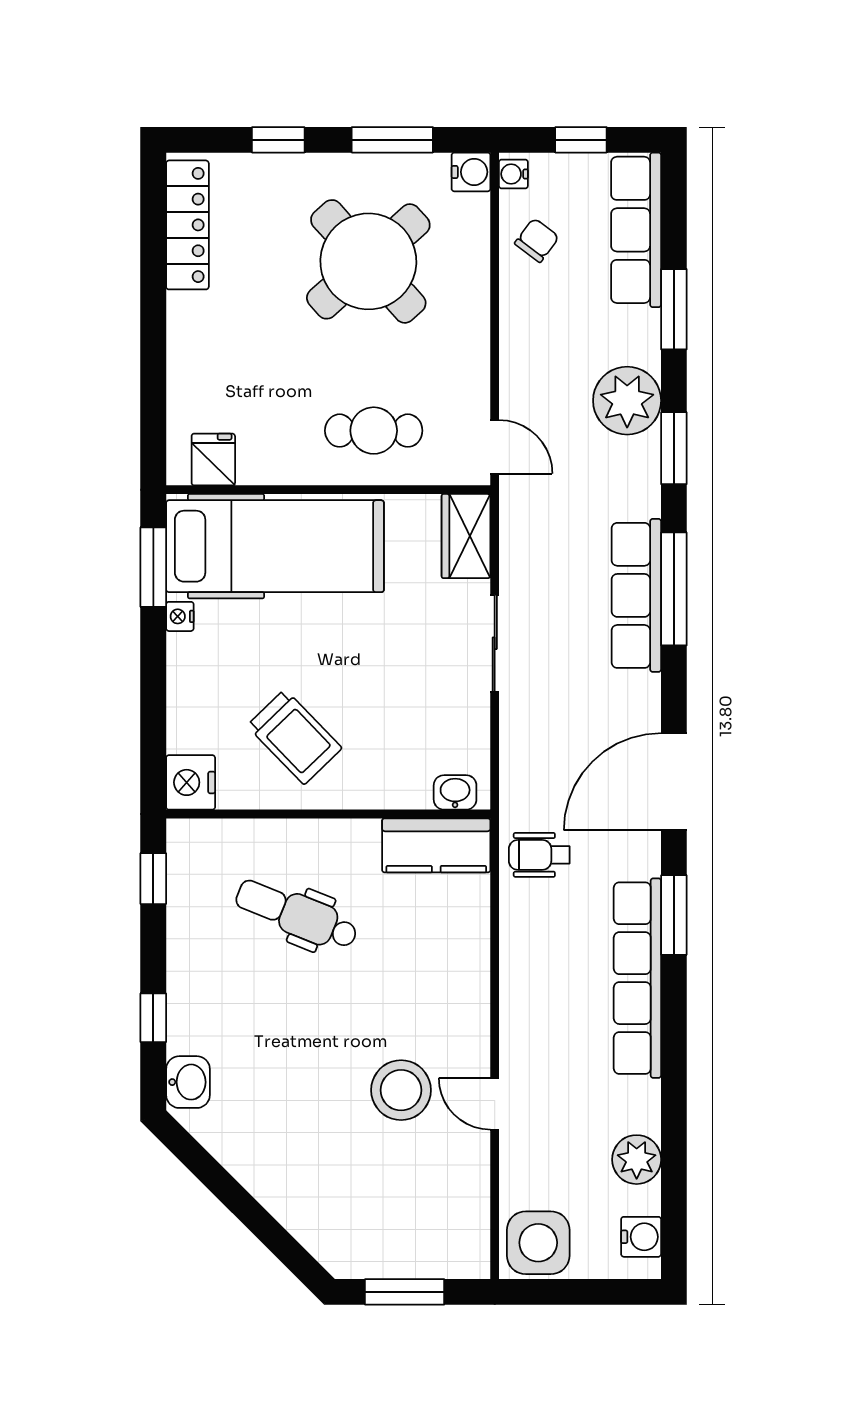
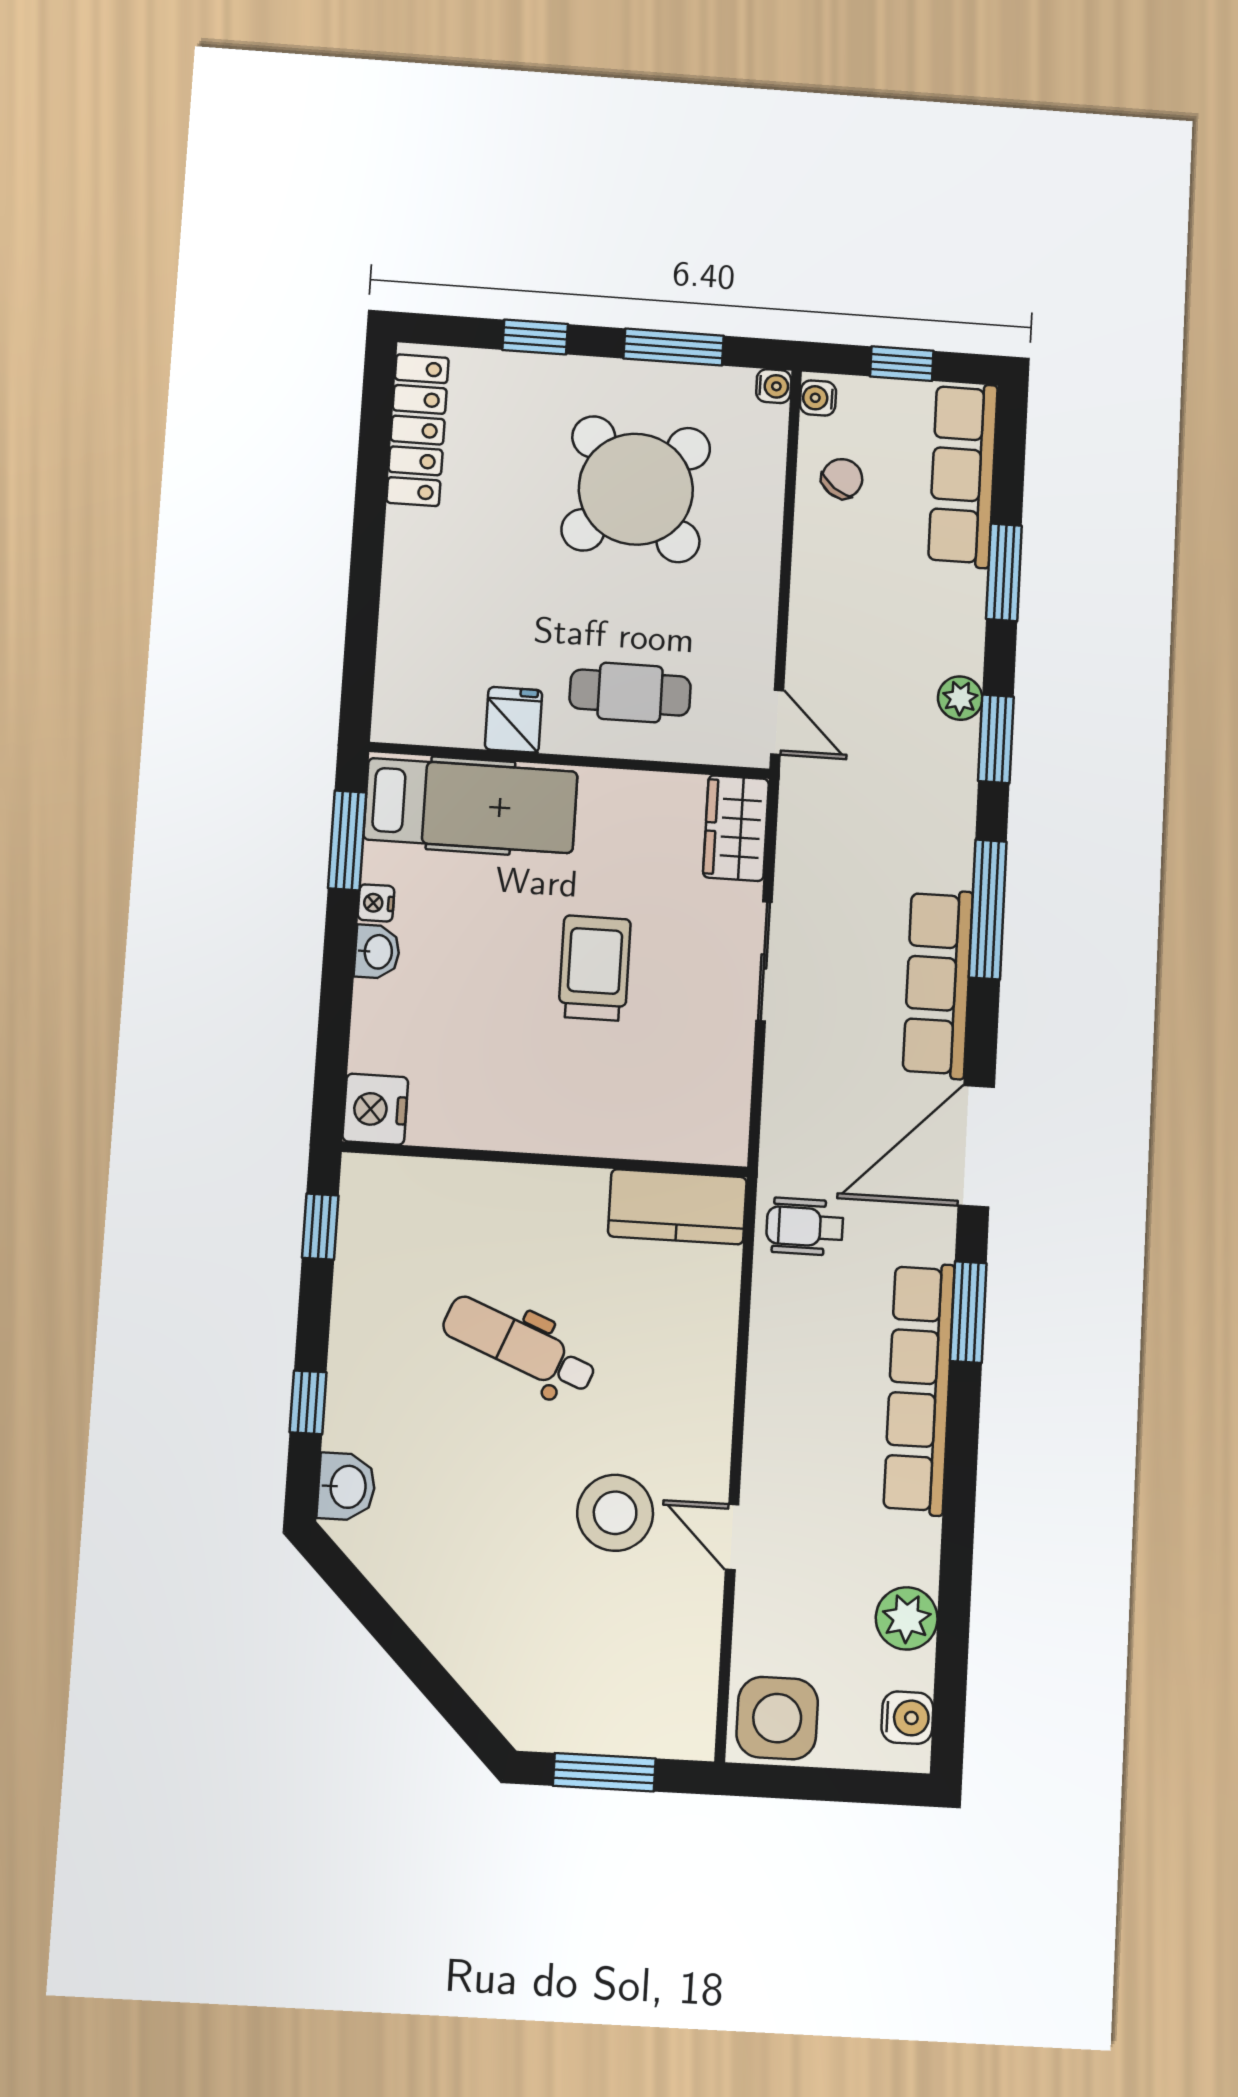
water cooler: (471, 172) -> (774, 386), width x0.72, depth x0.72
plant: (627, 401) -> (960, 698), width x0.53, depth x0.53
fridge: (213, 460) -> (514, 720), moved
hospital bed: (275, 546) -> (471, 806), width x0.73, depth x0.78
row of seats: (636, 595) -> (938, 984), moved
trolley: (294, 737) -> (595, 968), moved, turned -136
washbasin: (455, 792) -> (377, 952), moved, turned 90
dental chair: (297, 915) -> (519, 1346), moved

